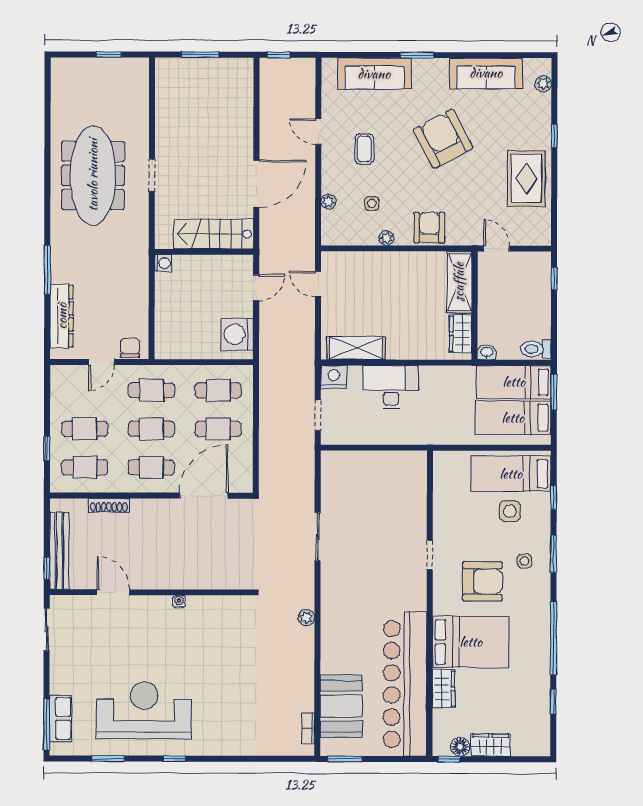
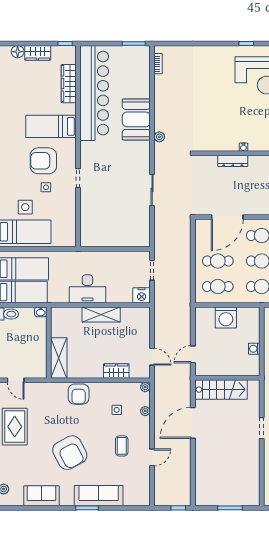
sofa: (486, 73) -> (41, 496), width x0.73
sofa: (374, 74) -> (99, 496), moved
door: (318, 131) -> (152, 457), hinge flipped
plant: (386, 238) -> (145, 387), moved
door: (497, 249) -> (16, 380), moved
washing machine: (163, 263) -> (254, 349), moved
washing machine: (237, 334) -> (226, 317), moved, turned 90
wardrobe: (461, 334) -> (116, 371), moved, turned -90
shelving: (356, 348) -> (101, 315), moved
desk: (391, 387) -> (87, 289), moved
side table: (524, 561) -> (46, 187), moved
dresser: (195, 581) -> (233, 161), added
bed: (471, 642) -> (51, 126), width x0.67
wardrobe: (444, 689) -> (69, 84), width x1.50
booth: (341, 706) -> (136, 119), moved
floor lamp: (460, 747) -> (18, 52), moved

